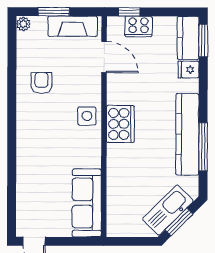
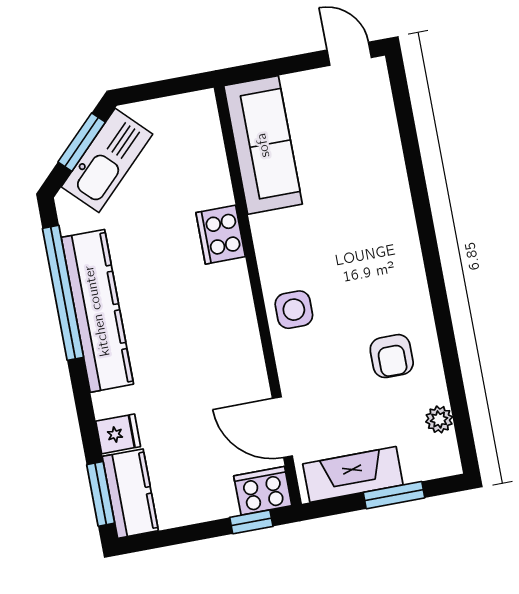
plant: (23, 24) -> (439, 419), moved
cooker: (138, 27) -> (263, 491), moved
cooker: (120, 124) -> (221, 235), moved, width x0.73, depth x0.76
window: (203, 147) -> (63, 293), width x1.46

